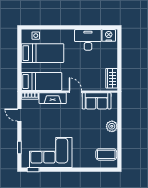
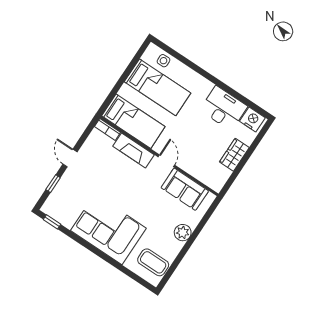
wardrobe: (112, 78) -> (234, 155), moved
door: (19, 115) -> (70, 158), moved
corner sofa: (51, 153) -> (108, 229), moved

